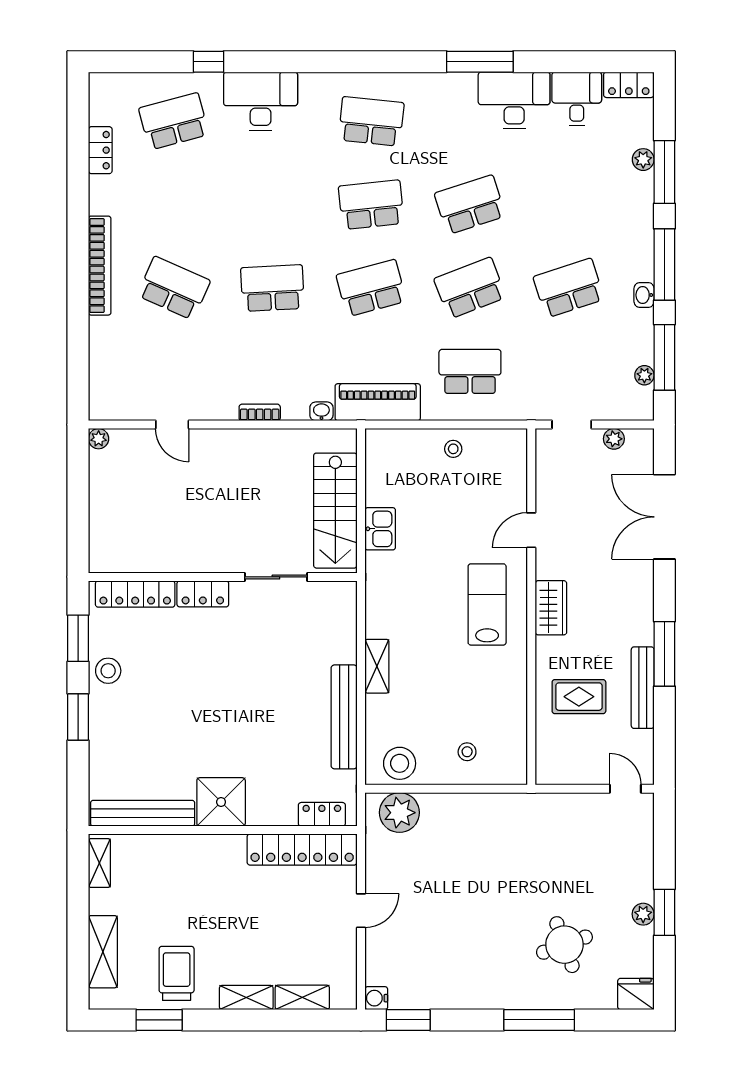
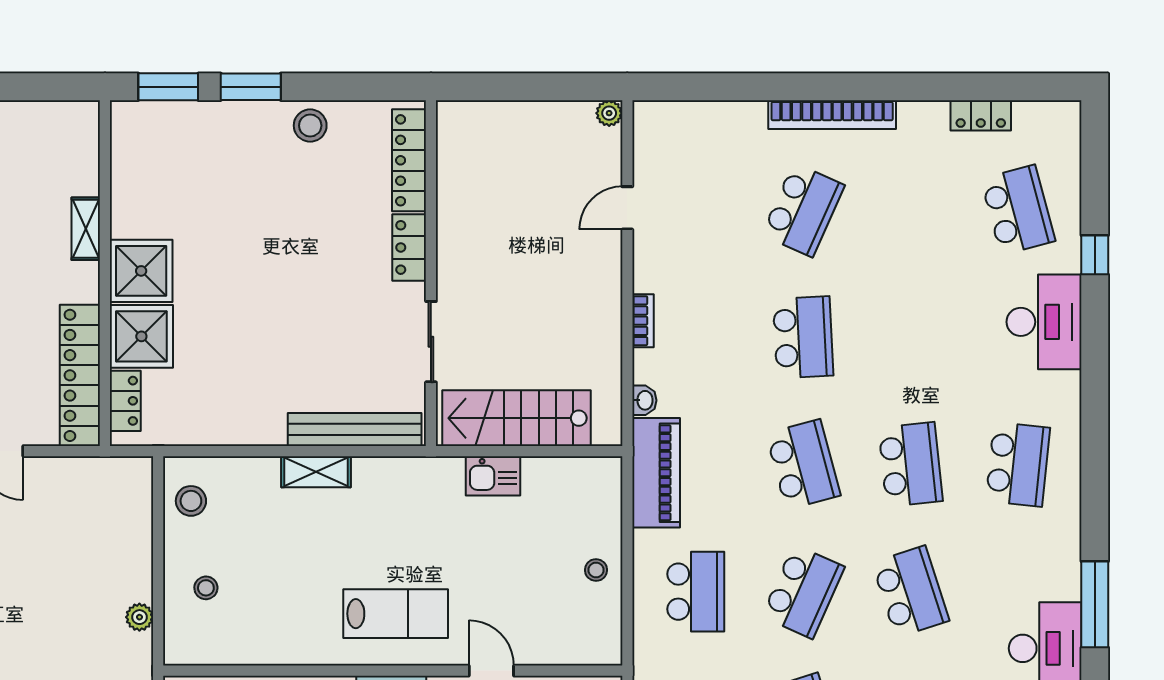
school desk: (470, 288) -> (803, 592), turned 45
window: (78, 638) -> (168, 87), moved
bench: (344, 717) -> (355, 429), moved
stool: (400, 763) -> (191, 501), width x0.73, depth x0.73
shower: (272, 802) -> (141, 336), added
bench: (143, 813) -> (127, 170), removed
plant: (399, 813) -> (139, 617), moved, width x0.53, depth x0.53
shelving: (99, 863) -> (86, 229), moved, turned 90

